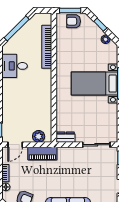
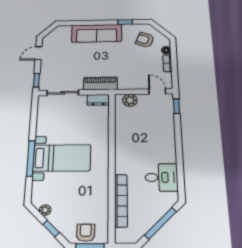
armchair: (74, 21) -> (86, 233), turned -89
door: (15, 145) -> (157, 91), hinge flipped
piano: (42, 154) -> (100, 83), moved

